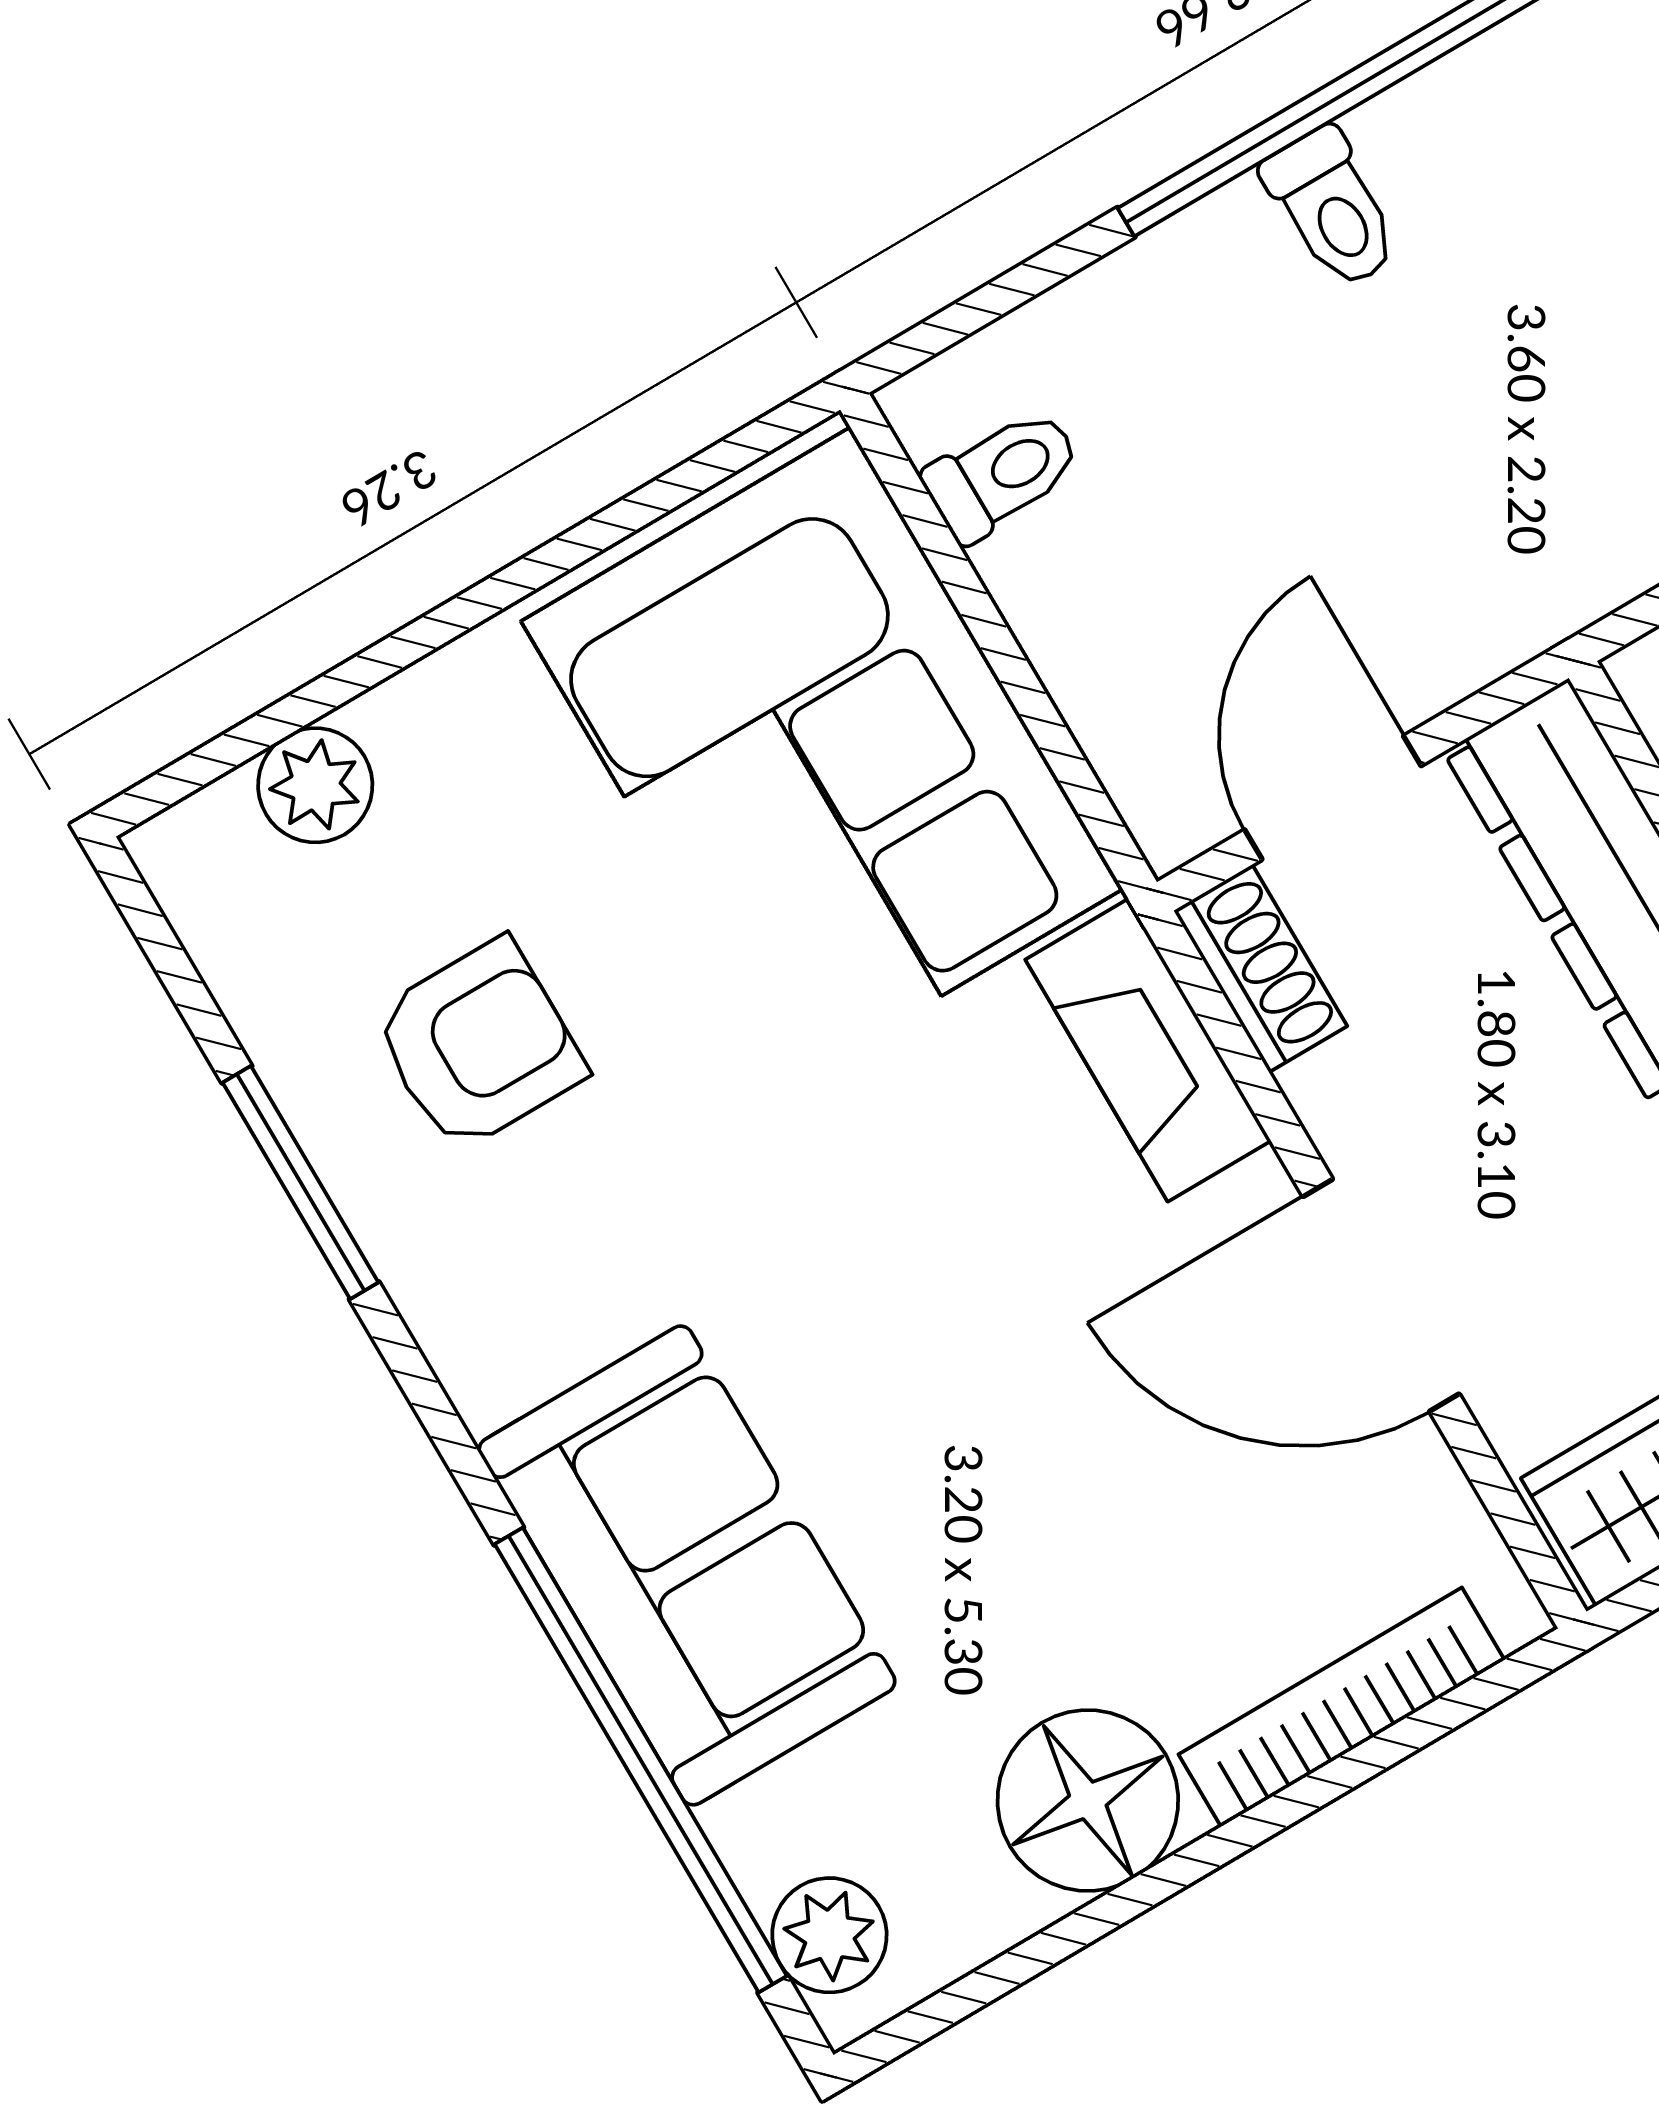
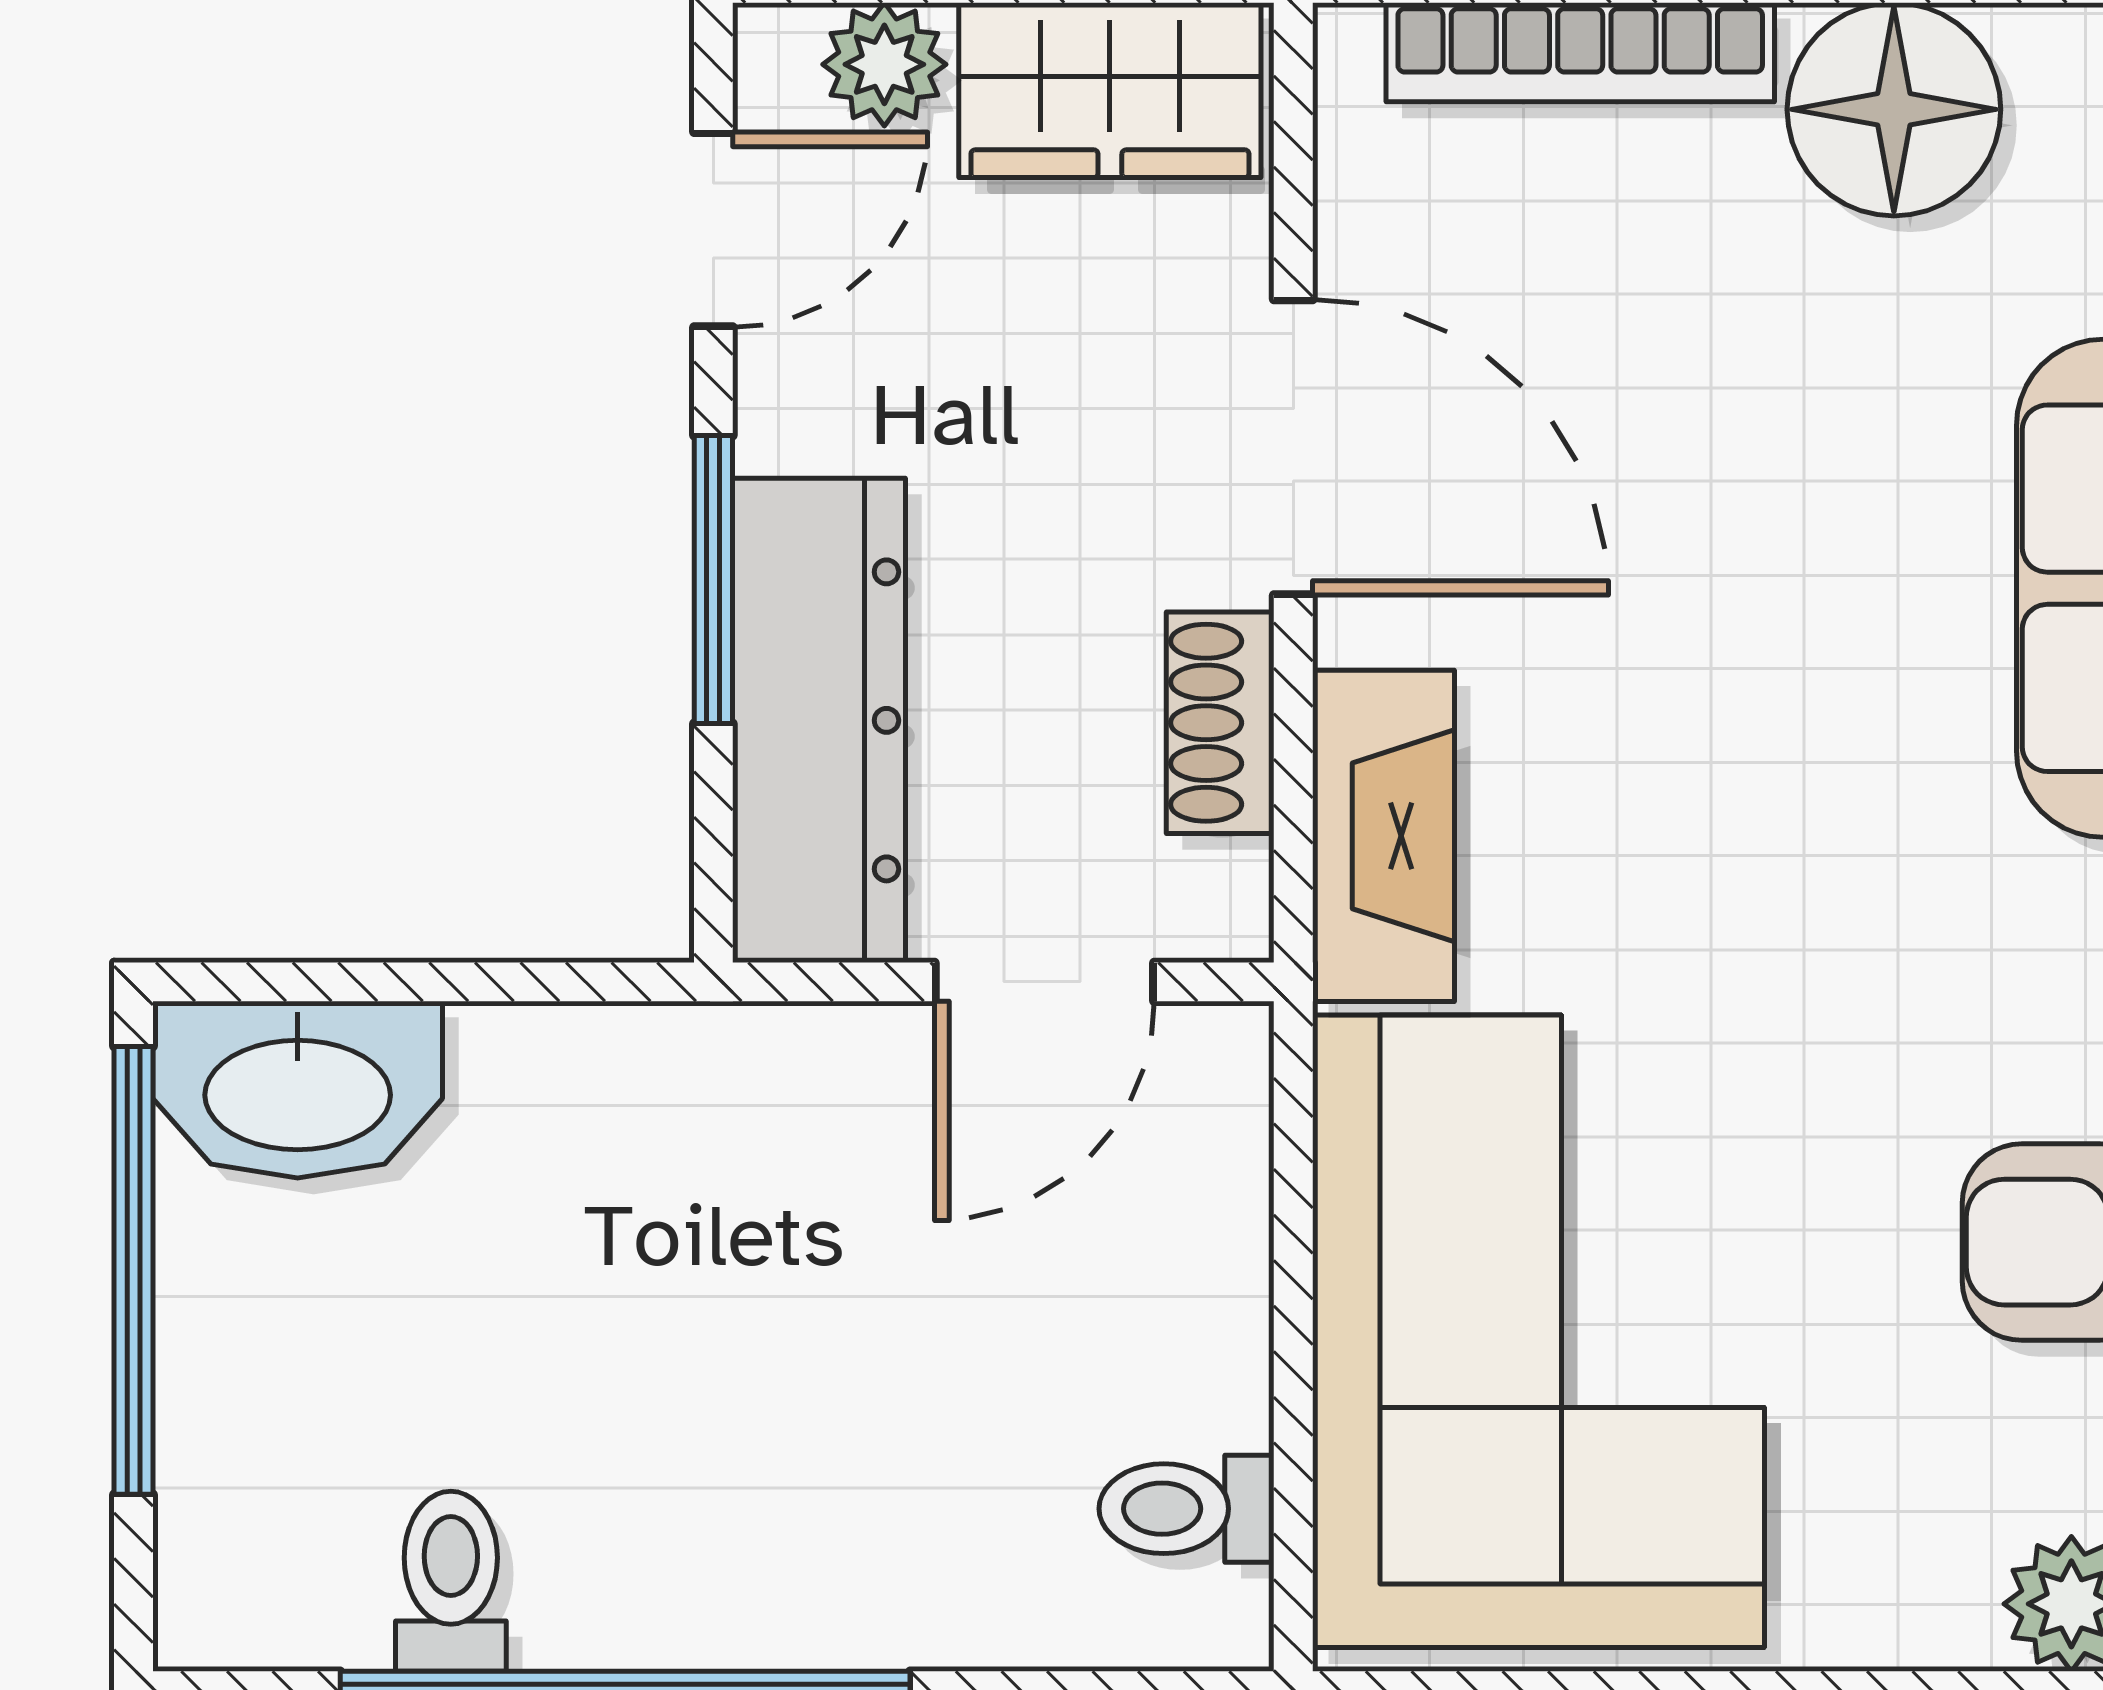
toilet: (1332, 209) -> (451, 1581), moved
shoe rack: (1260, 968) -> (1220, 723), moved

